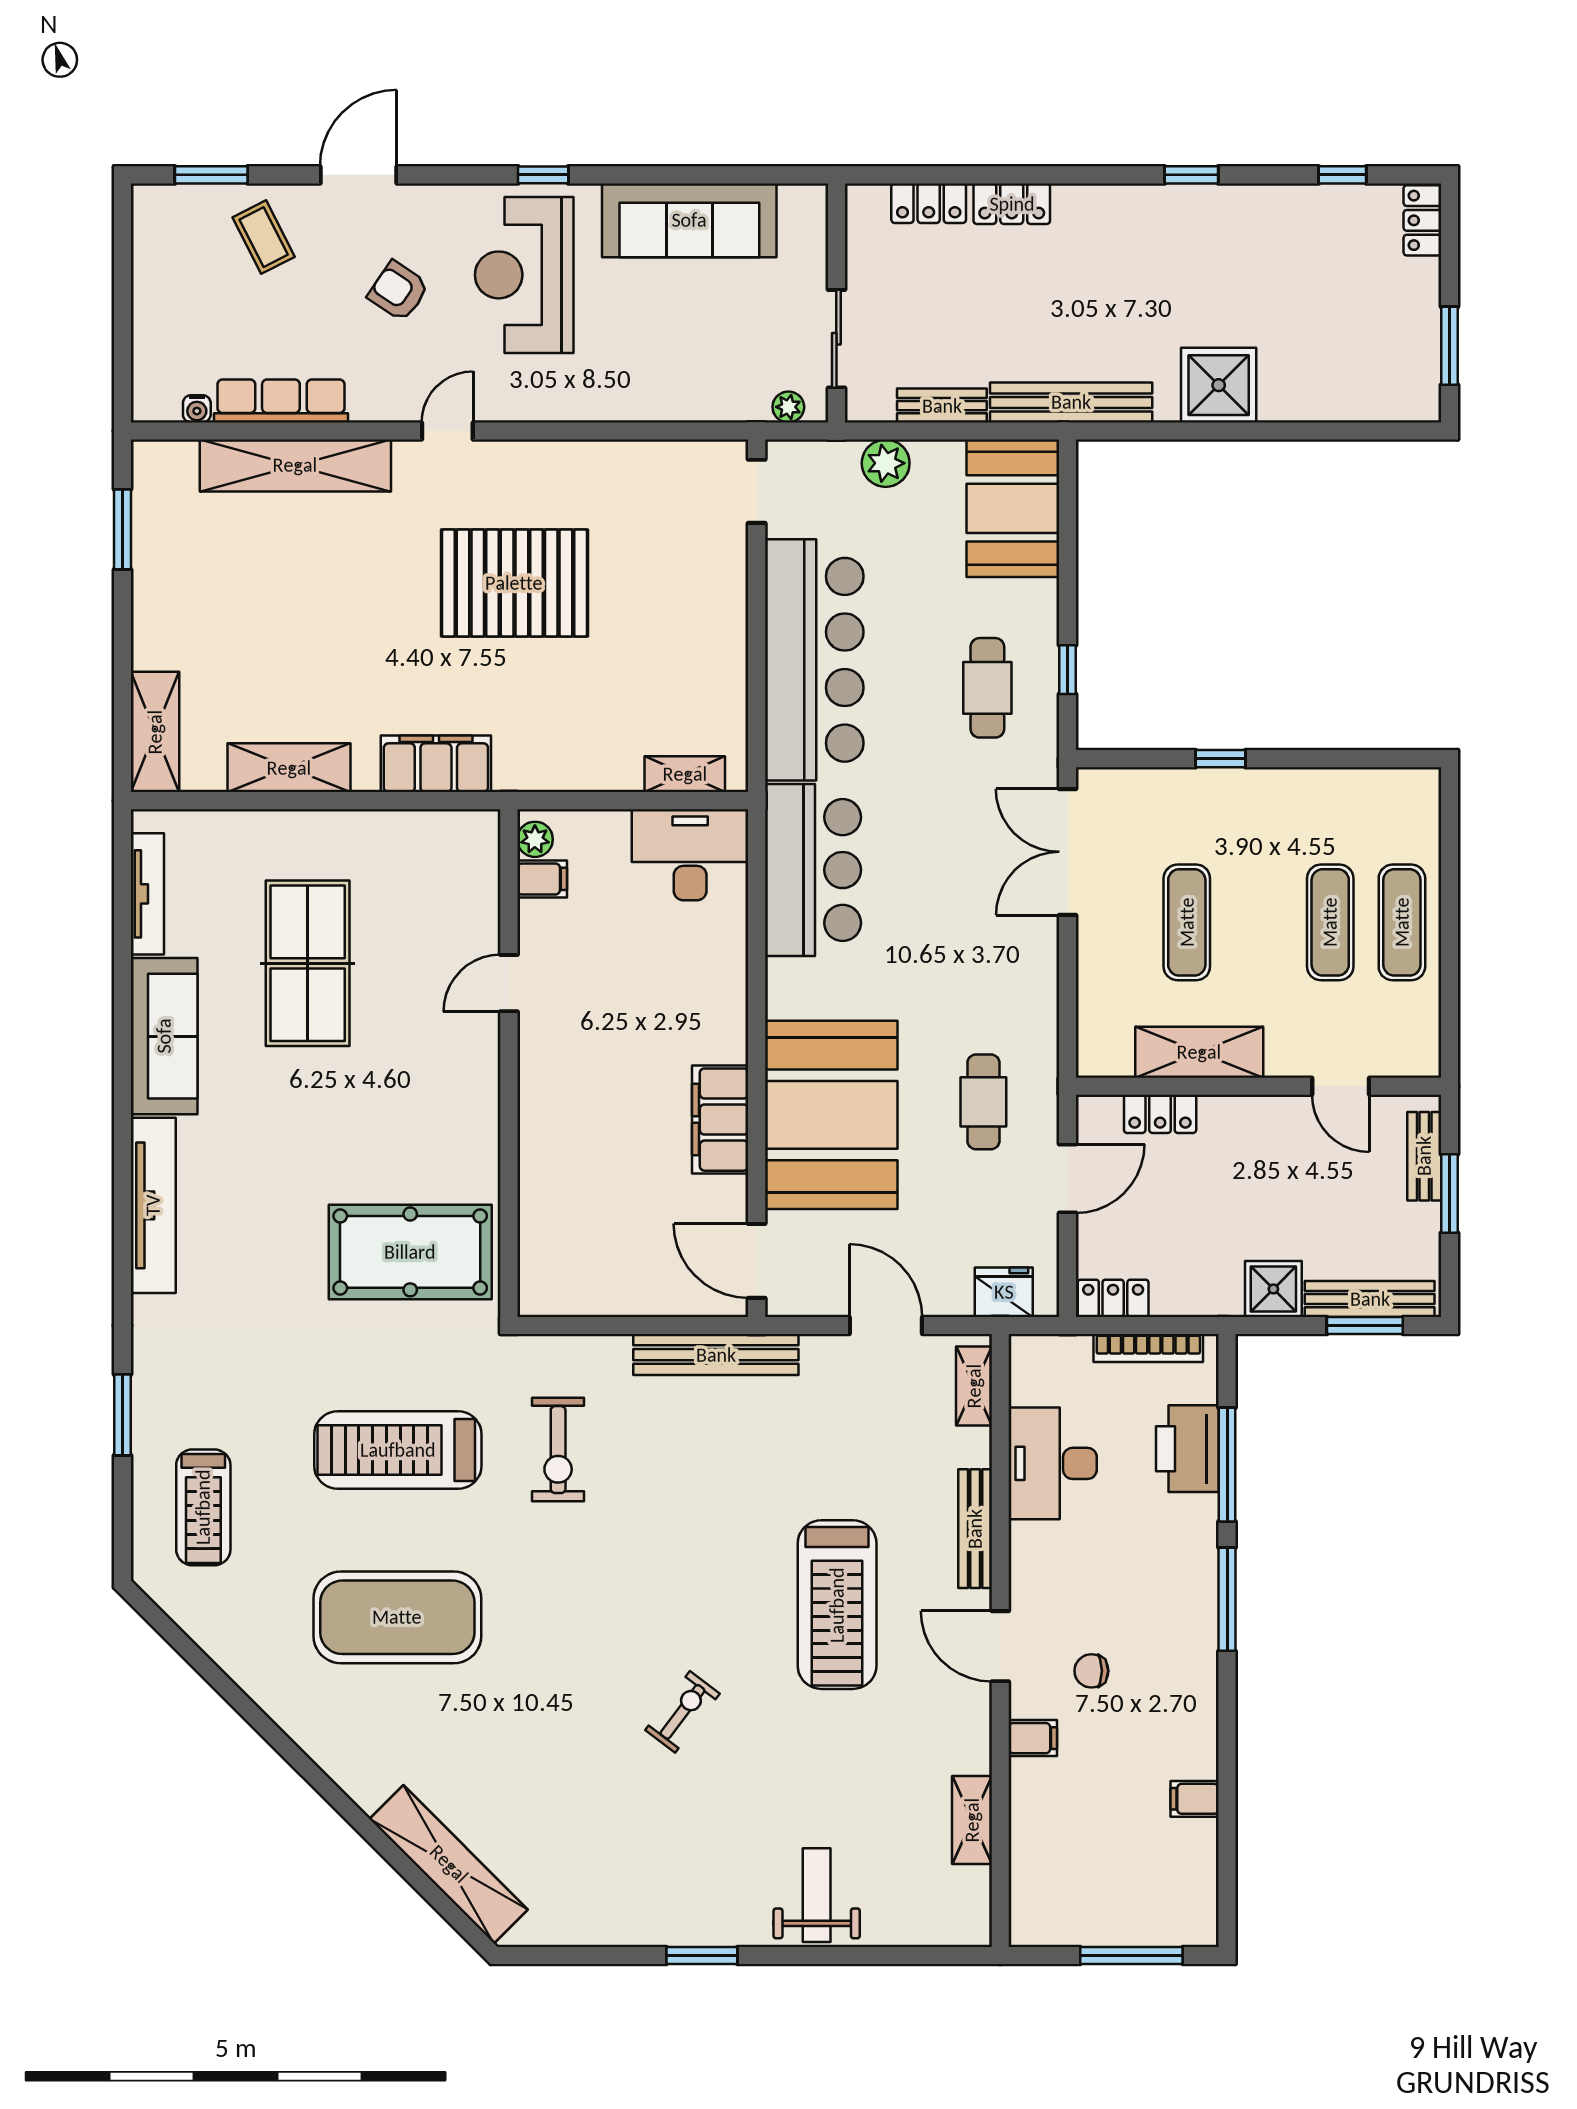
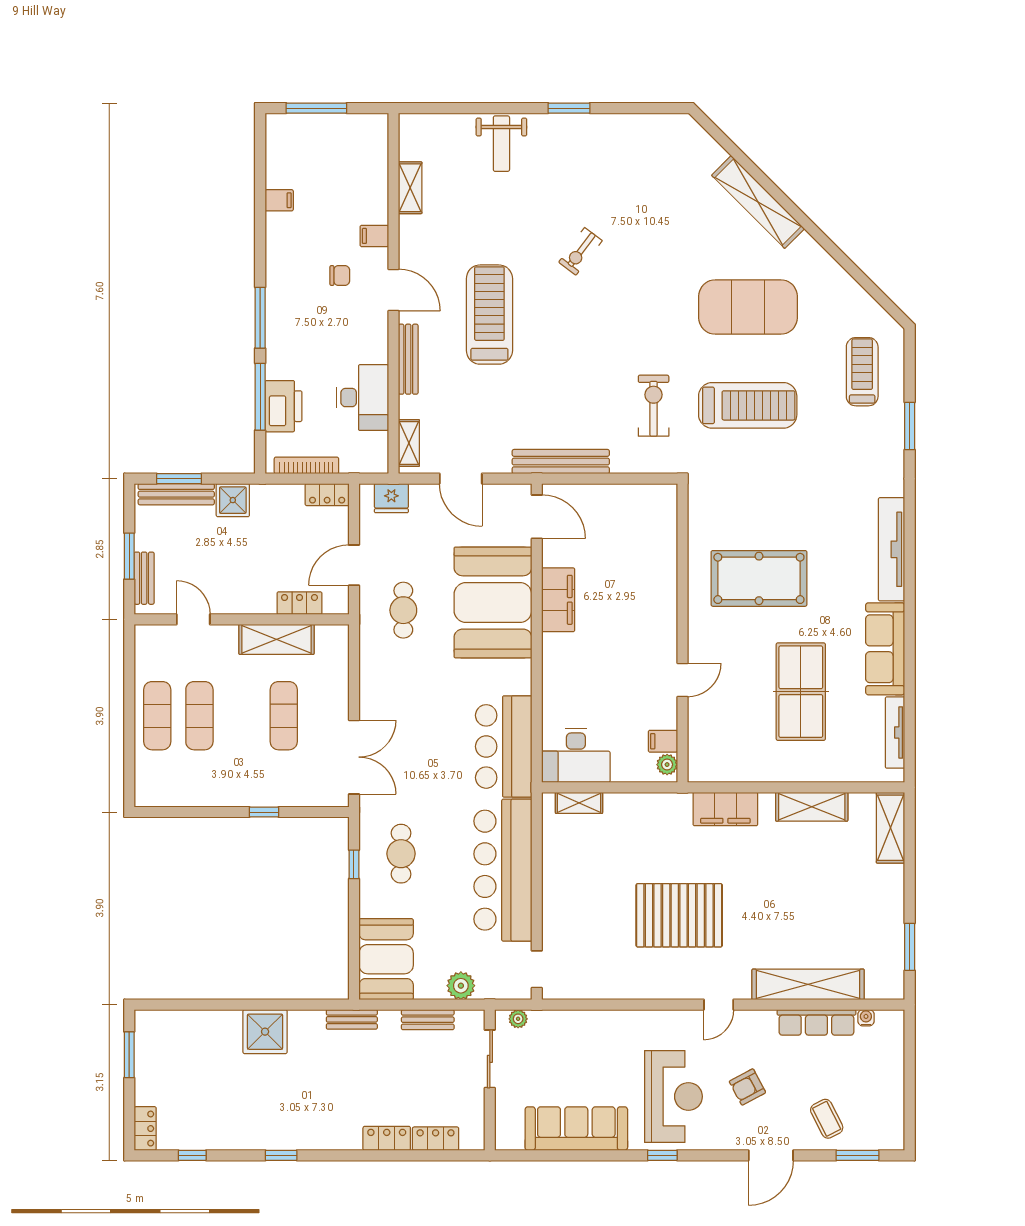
armchair: (398, 291) -> (747, 1087), turned 118
bench: (1071, 402) -> (352, 1019), width x0.54, depth x0.82
pool table: (410, 1252) -> (759, 578), moved
shelving: (449, 1864) -> (758, 202), moved

